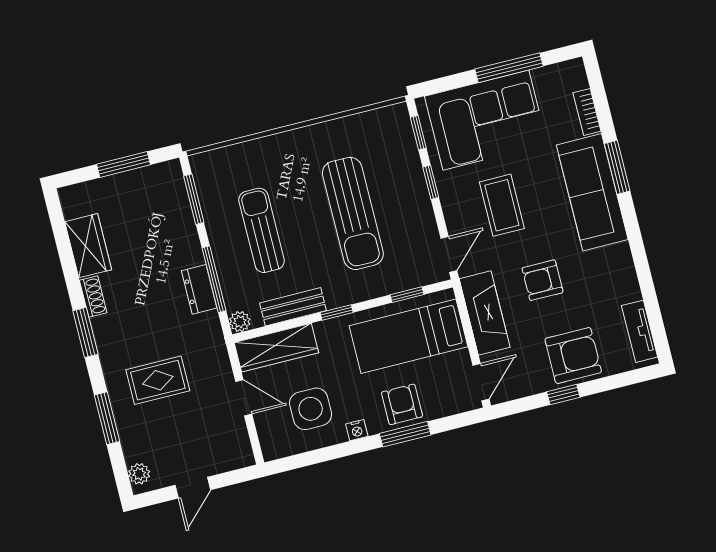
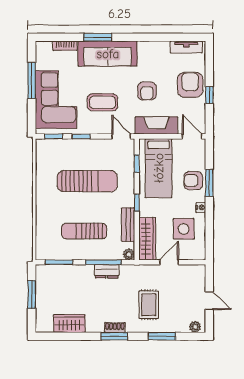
shoe rack: (93, 296) -> (115, 328), moved

